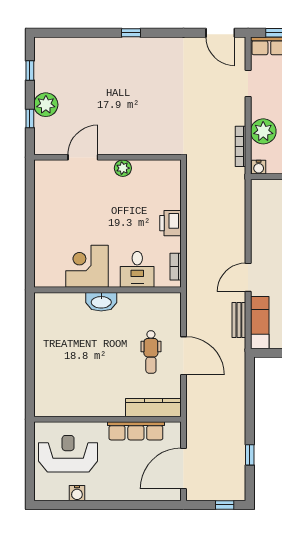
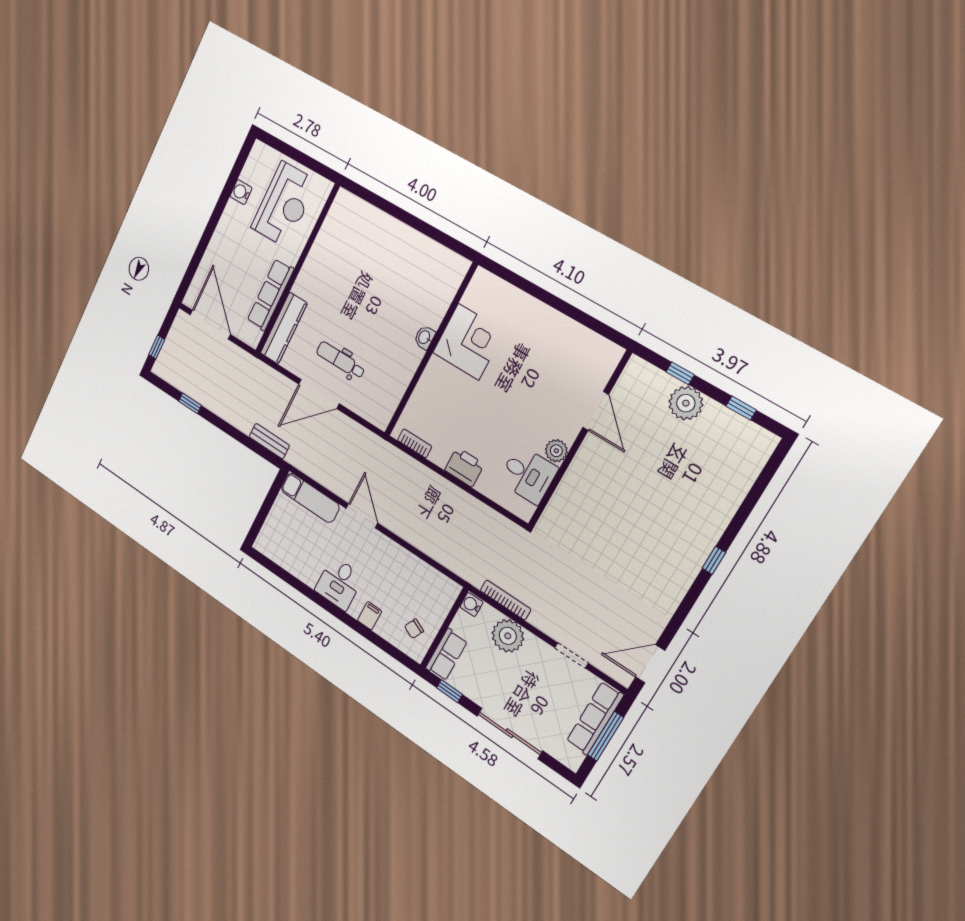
desk: (137, 269) -> (528, 475), moved, turned 180
washbasin: (101, 302) -> (425, 337), width x0.52, depth x0.69
bench: (239, 320) -> (269, 441), moved

